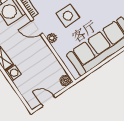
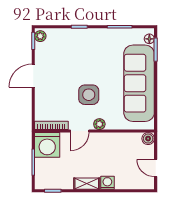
door: (48, 101) -> (156, 168), hinge flipped

